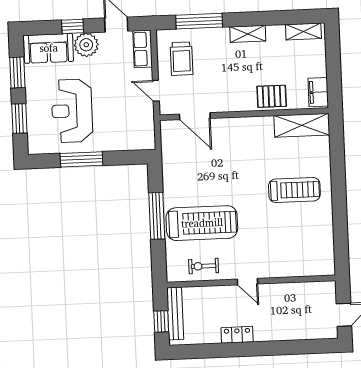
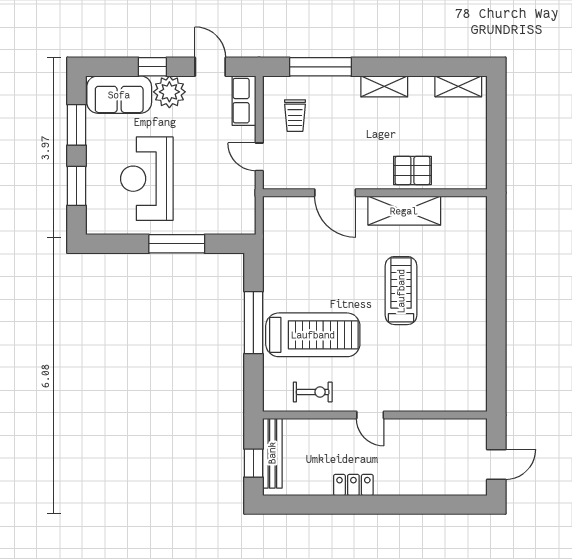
trolley: (181, 59) -> (295, 116), width x0.73, depth x0.72
filing cabinet: (318, 92) -> (474, 168), removed
door: (195, 116) -> (335, 193), moved
shelving: (302, 125) -> (404, 211), moved
window: (81, 159) -> (177, 244), moved
treadmill: (294, 190) -> (401, 291), moved, turned -90
exercise bike: (204, 266) -> (313, 392), turned 180

